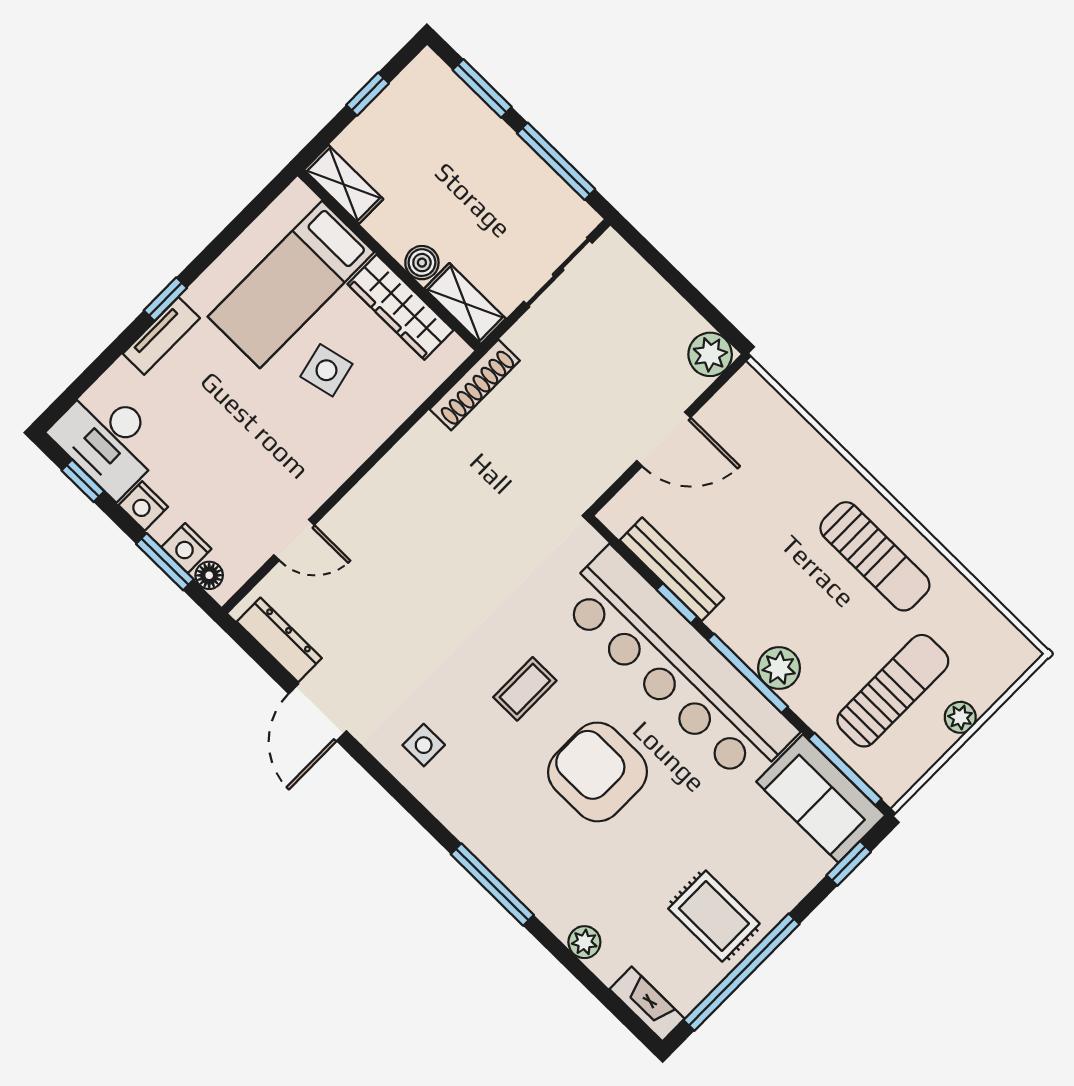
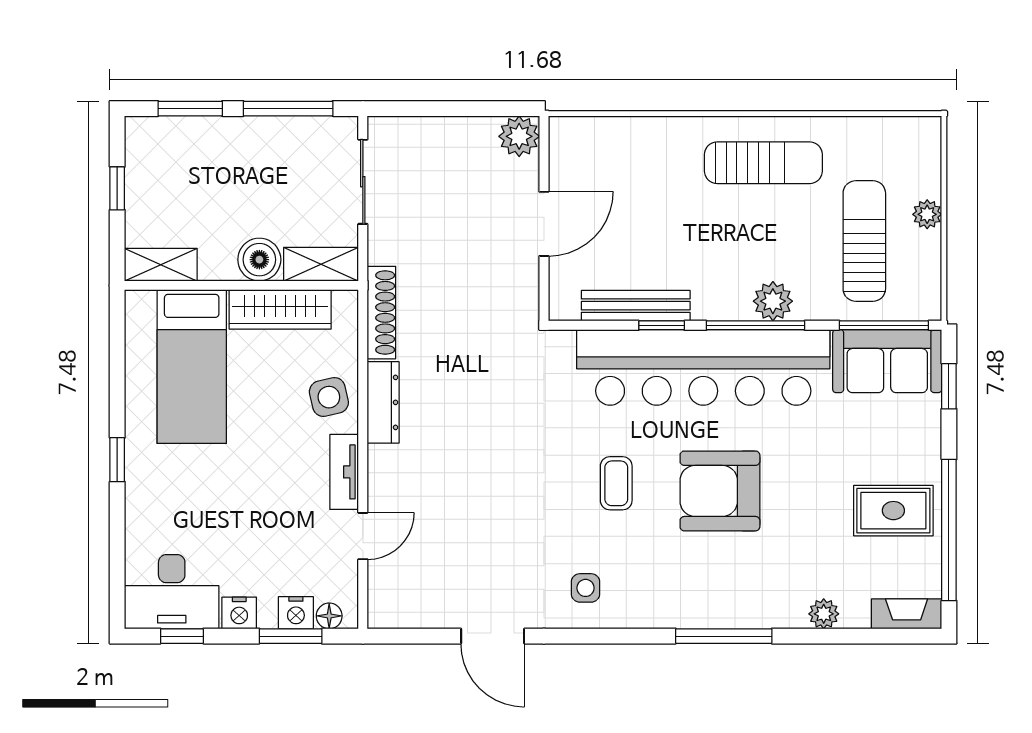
boiler: (422, 263) -> (259, 260), width x1.36, depth x1.36
tv unit: (161, 336) -> (344, 472), moved, turned 180
side table: (326, 370) -> (329, 397), moved
dresser: (279, 640) -> (383, 402), moved, turned 90

